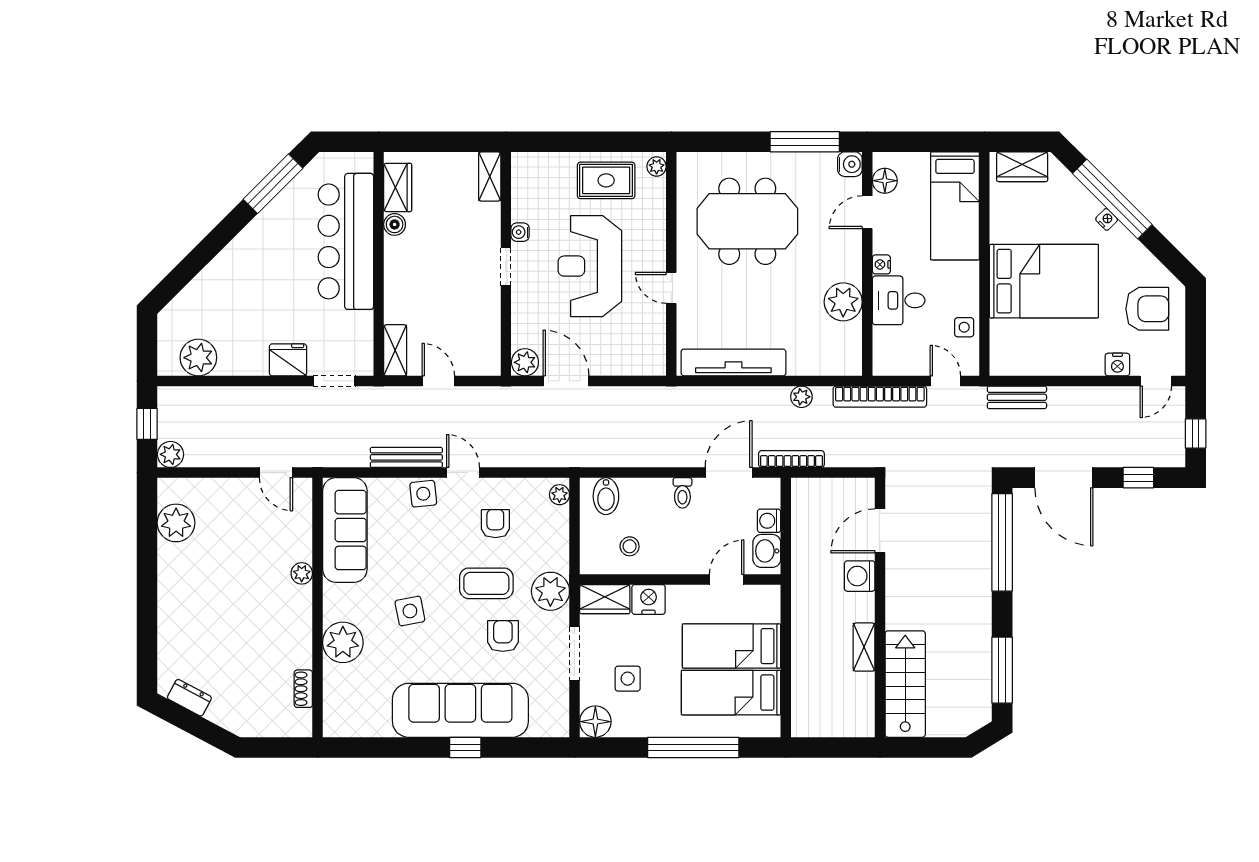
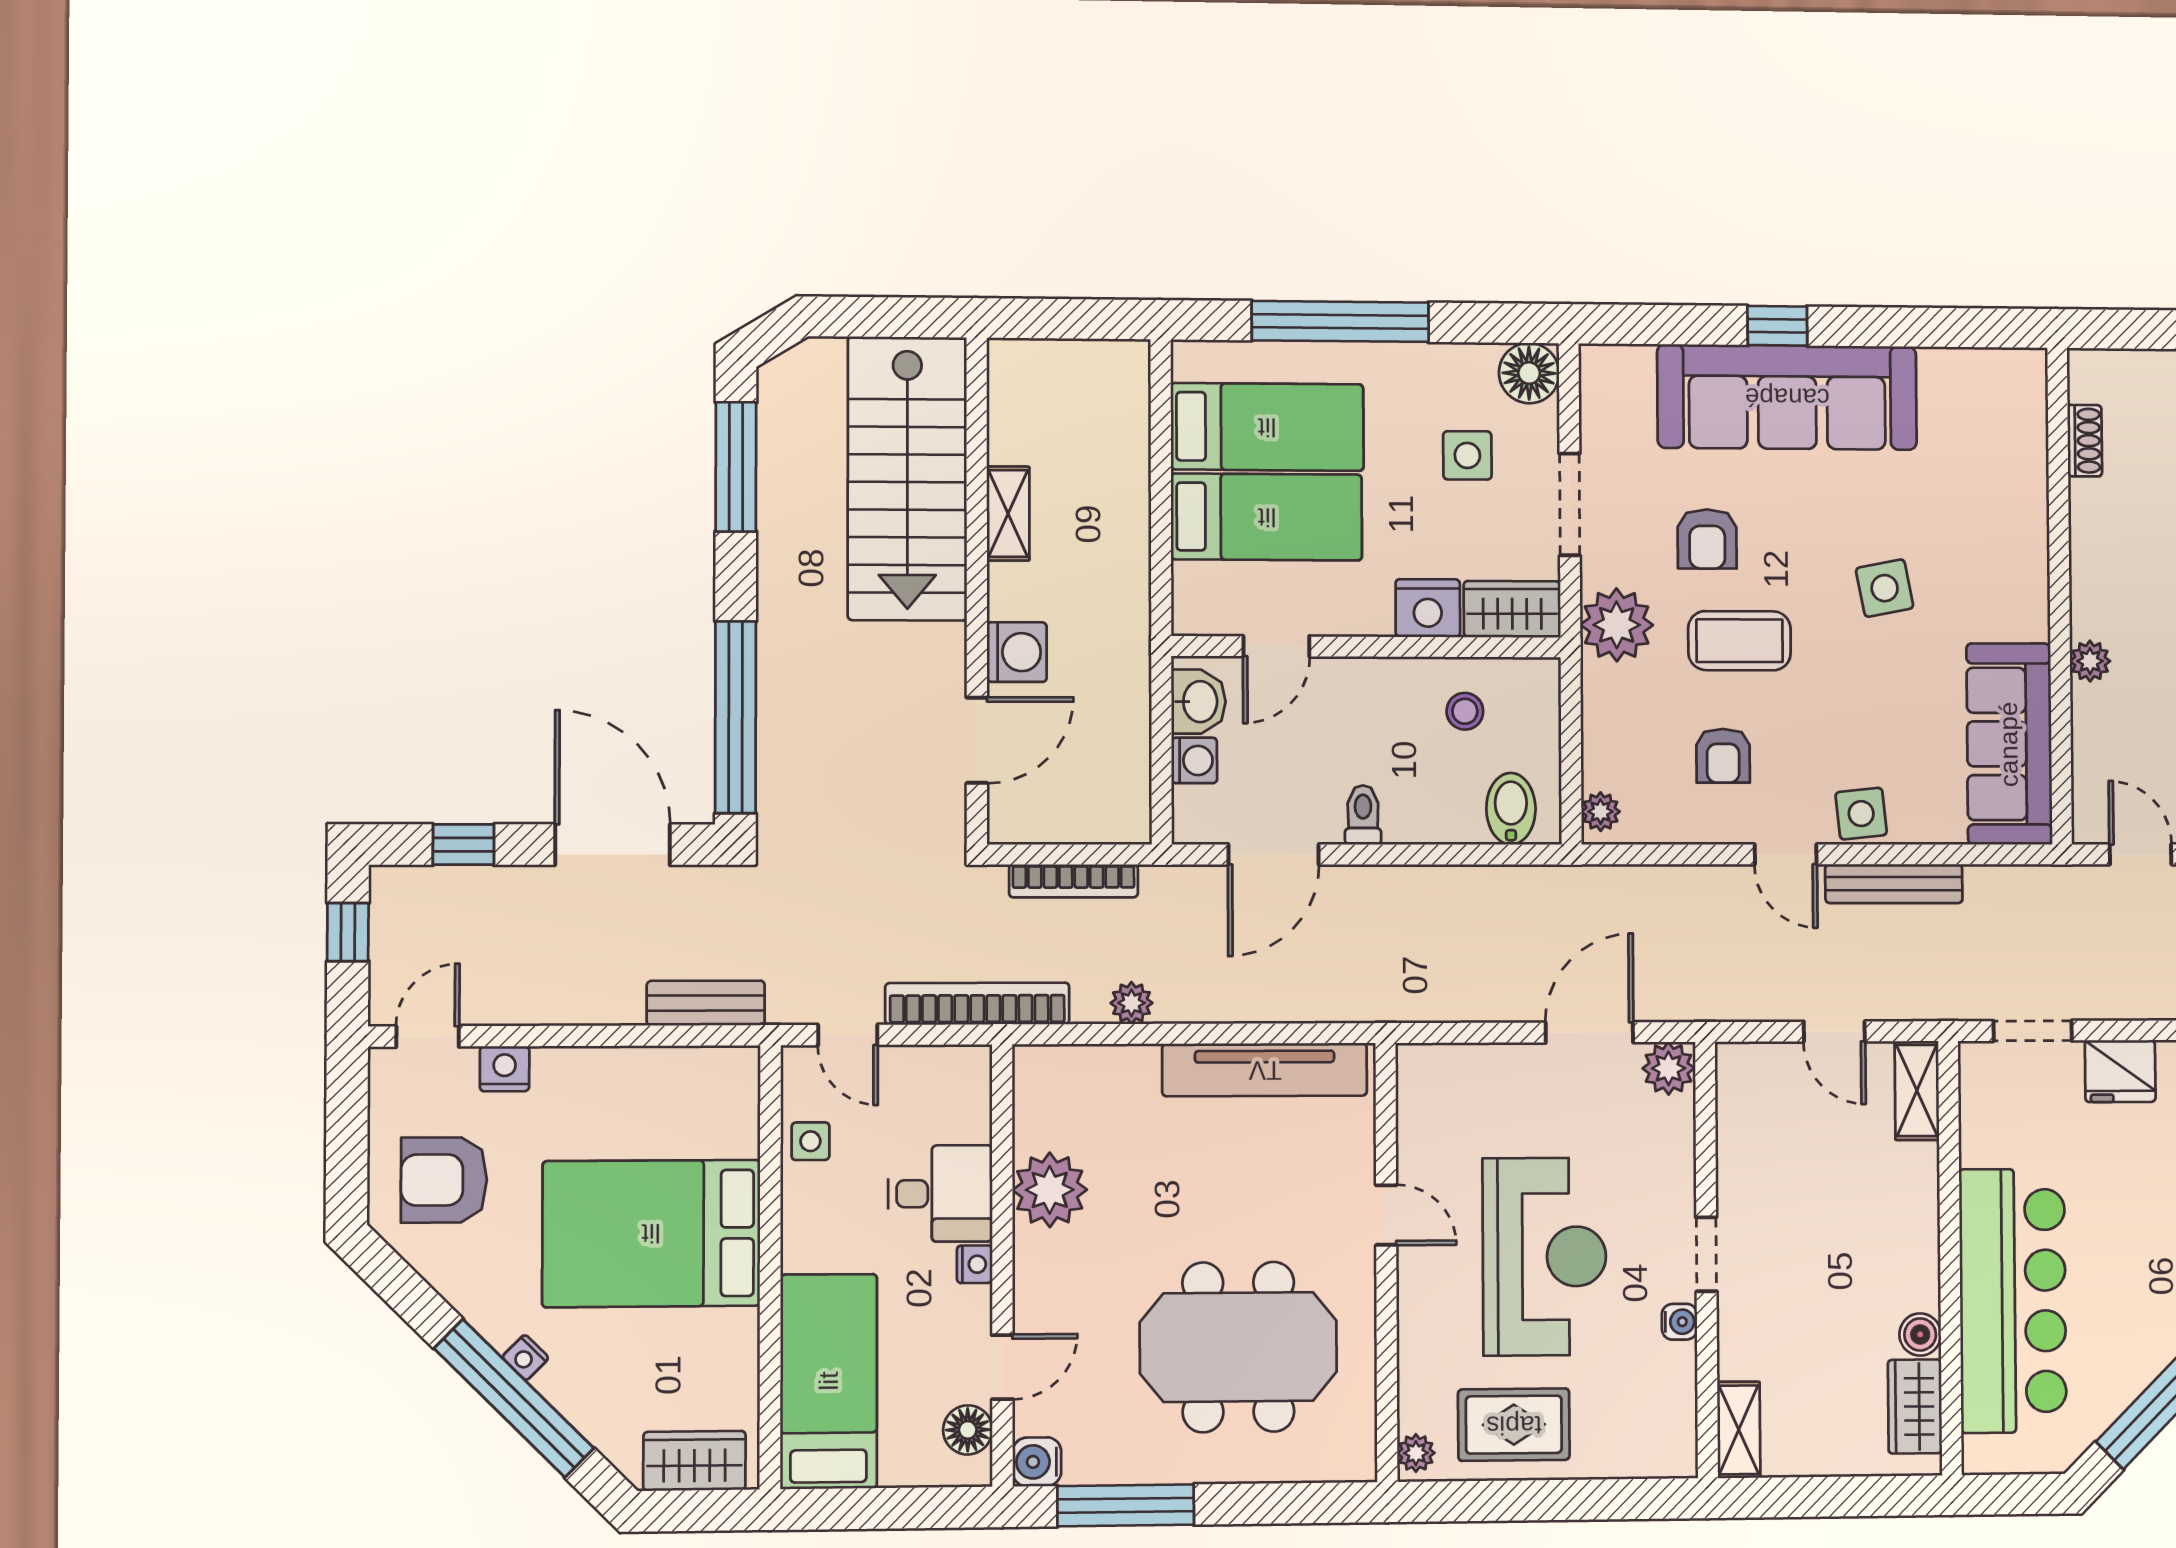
door: (566, 381) -> (1589, 1032), swing flipped
bookcase: (791, 459) -> (1073, 881), moved
plant: (343, 642) -> (2011, 529), removed
stairs: (905, 684) -> (907, 479), width x1.36, depth x1.51

